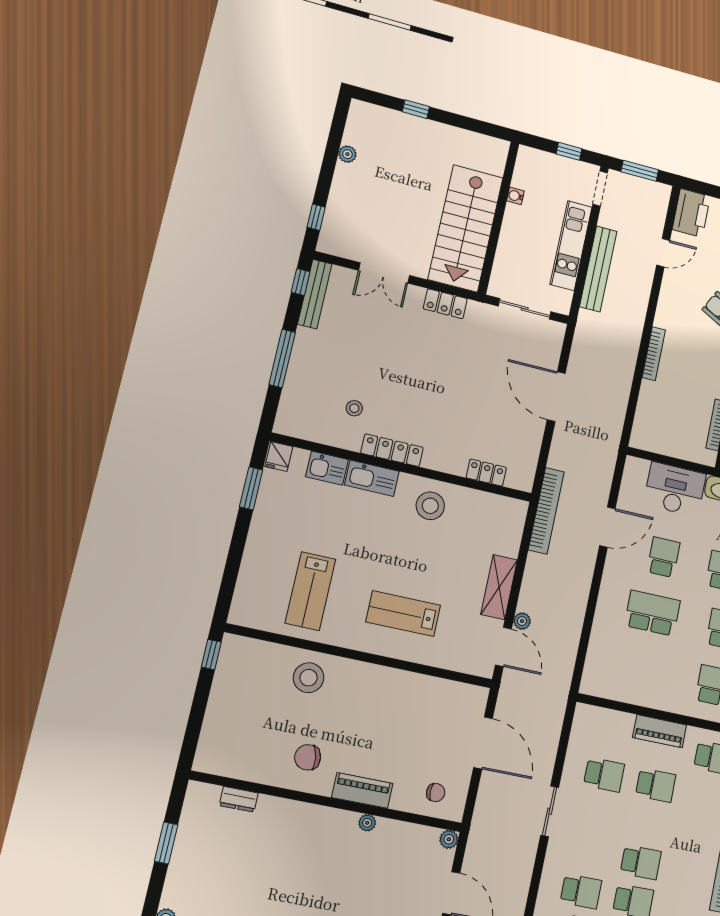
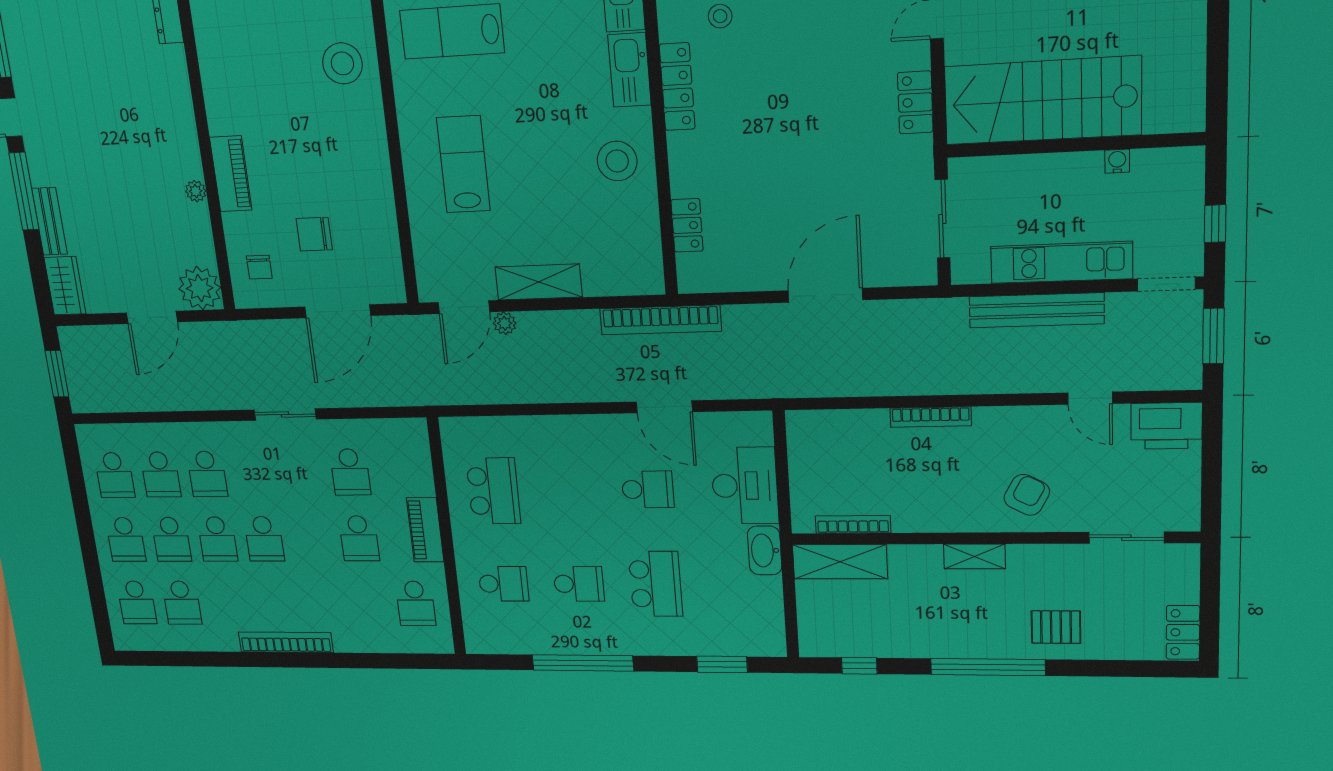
school desk: (652, 613) -> (493, 491), moved
chair: (308, 757) -> (314, 234), moved, turned -81
plant: (449, 839) -> (200, 288), width x1.87, depth x1.87

